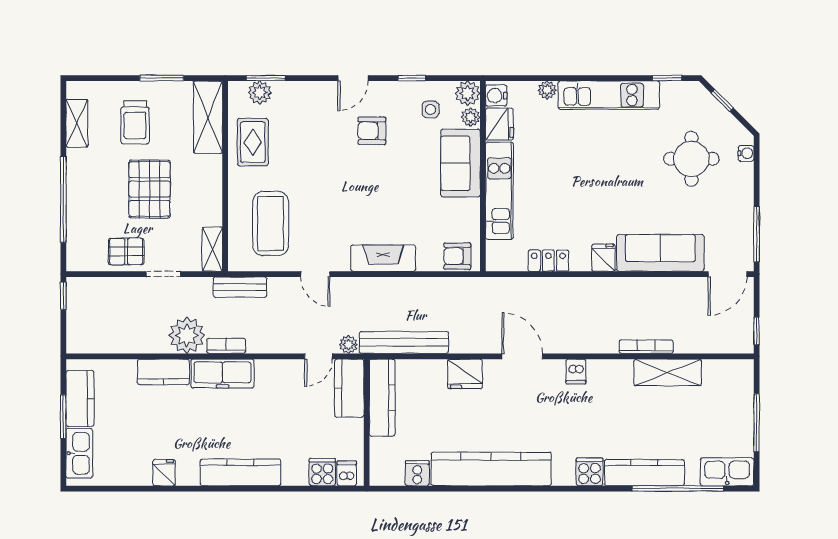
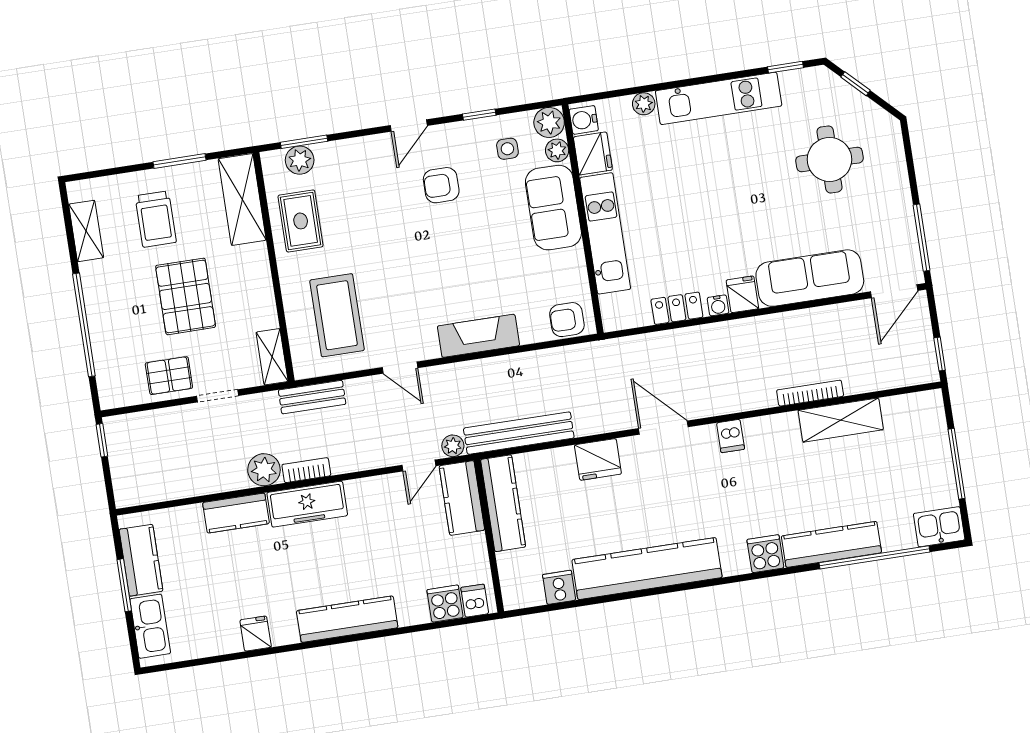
water cooler: (746, 153) -> (718, 305), moved, turned 90
plant: (187, 335) -> (264, 470), width x0.73, depth x0.73
kitchen sink: (727, 472) -> (939, 527), width x0.73

